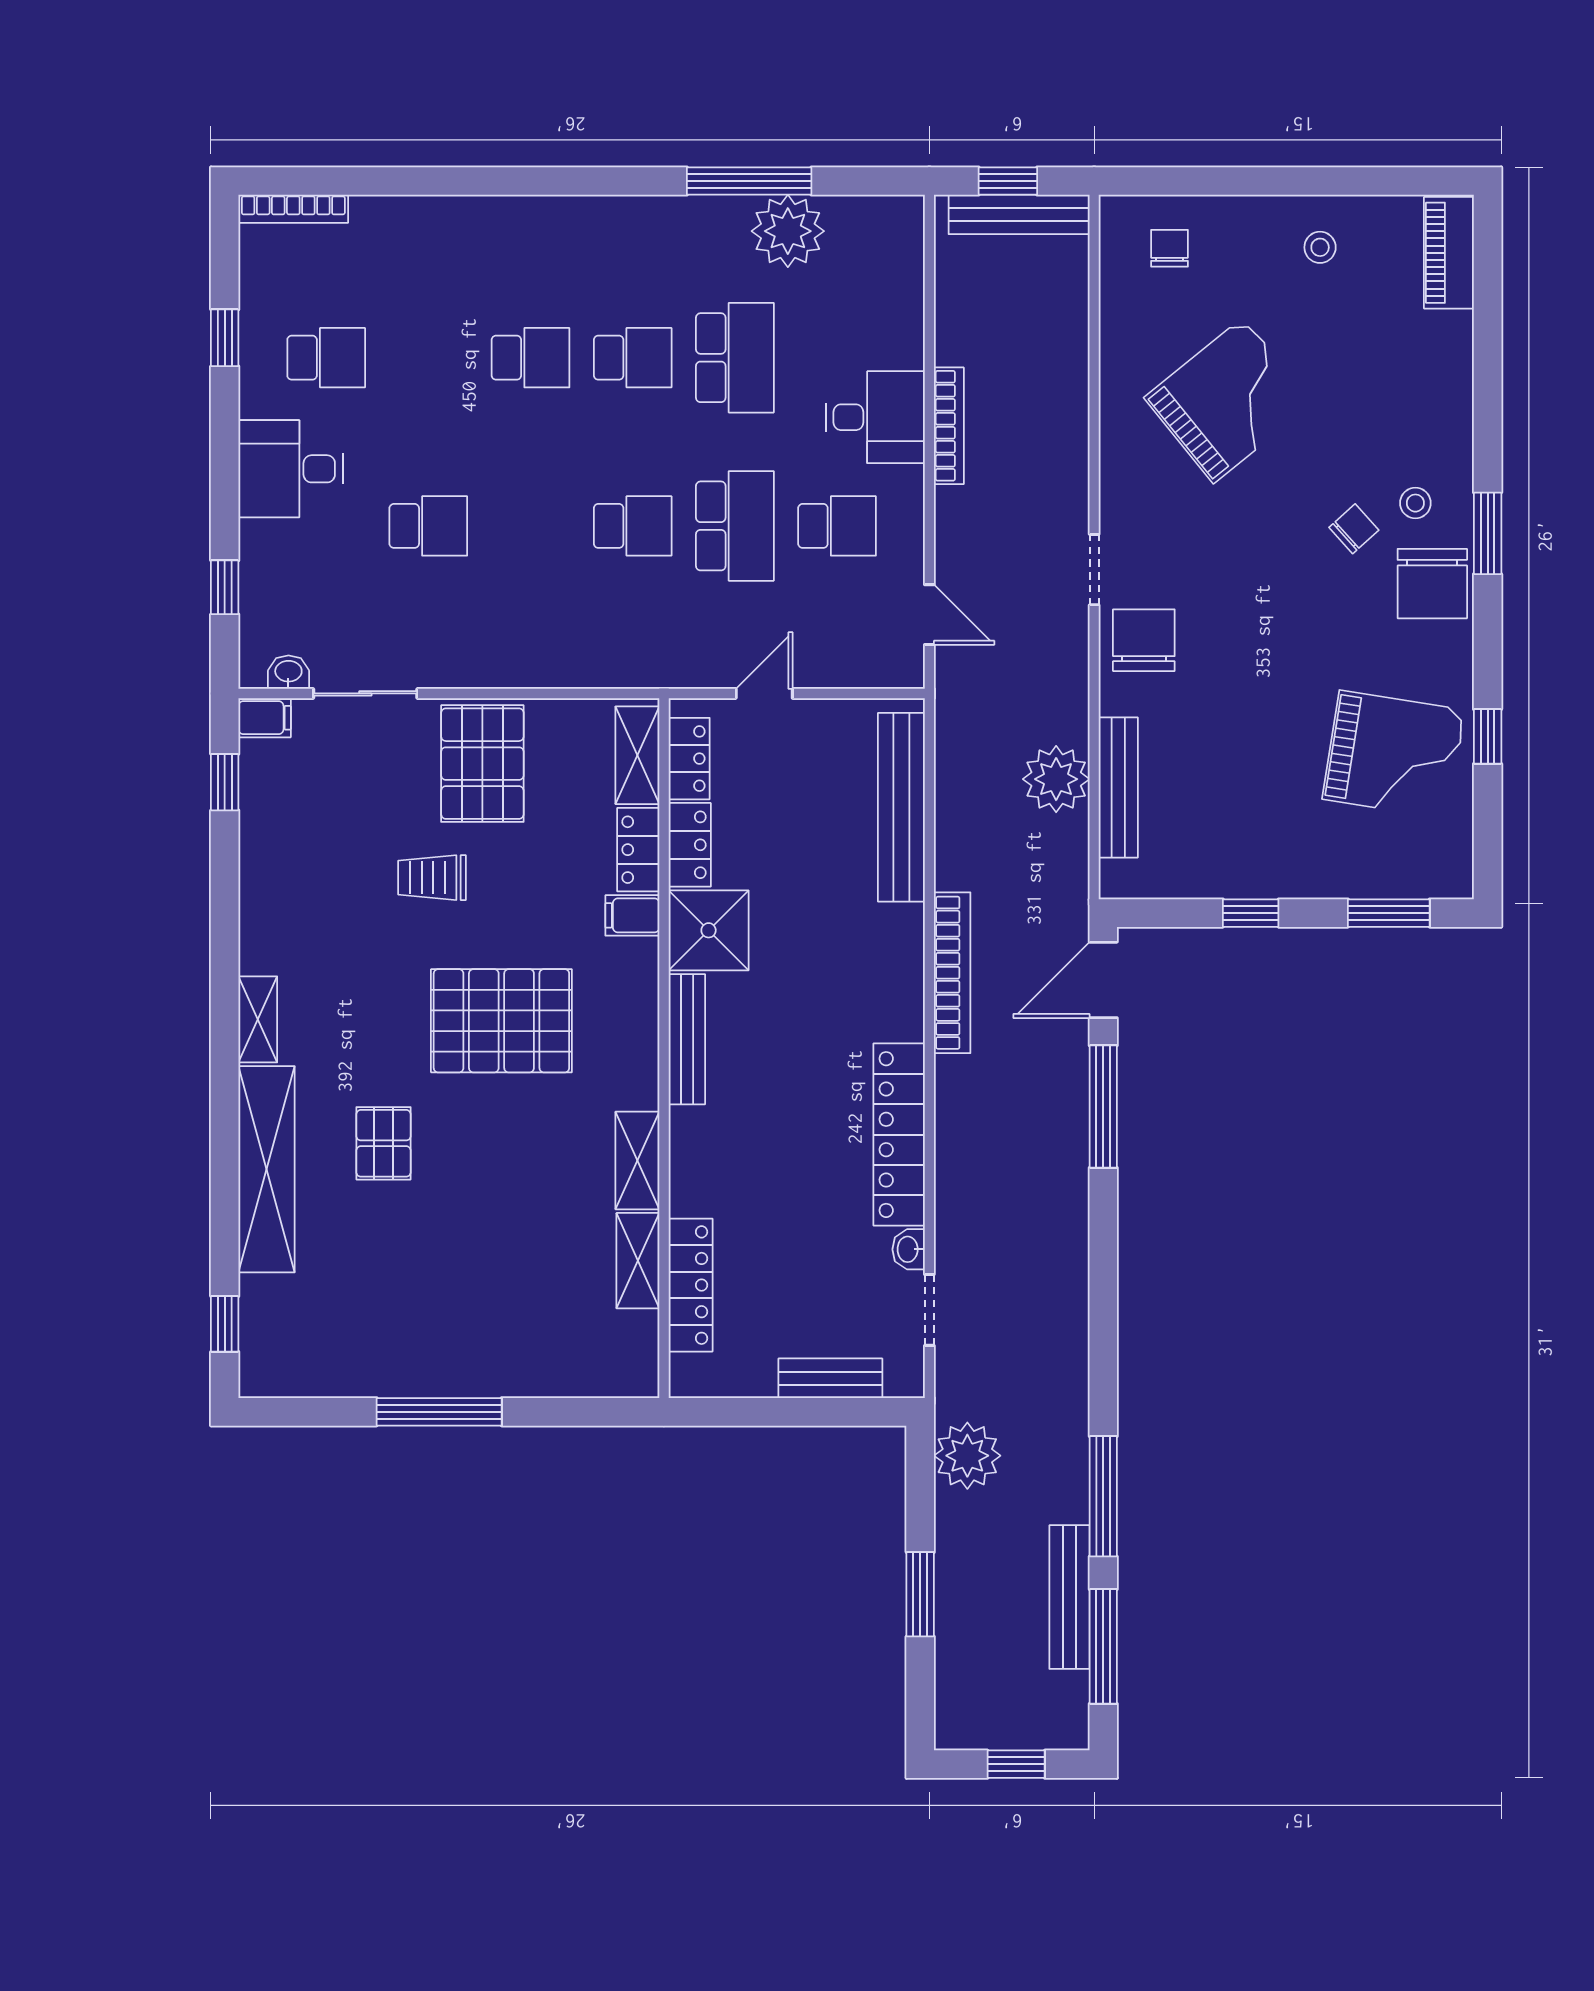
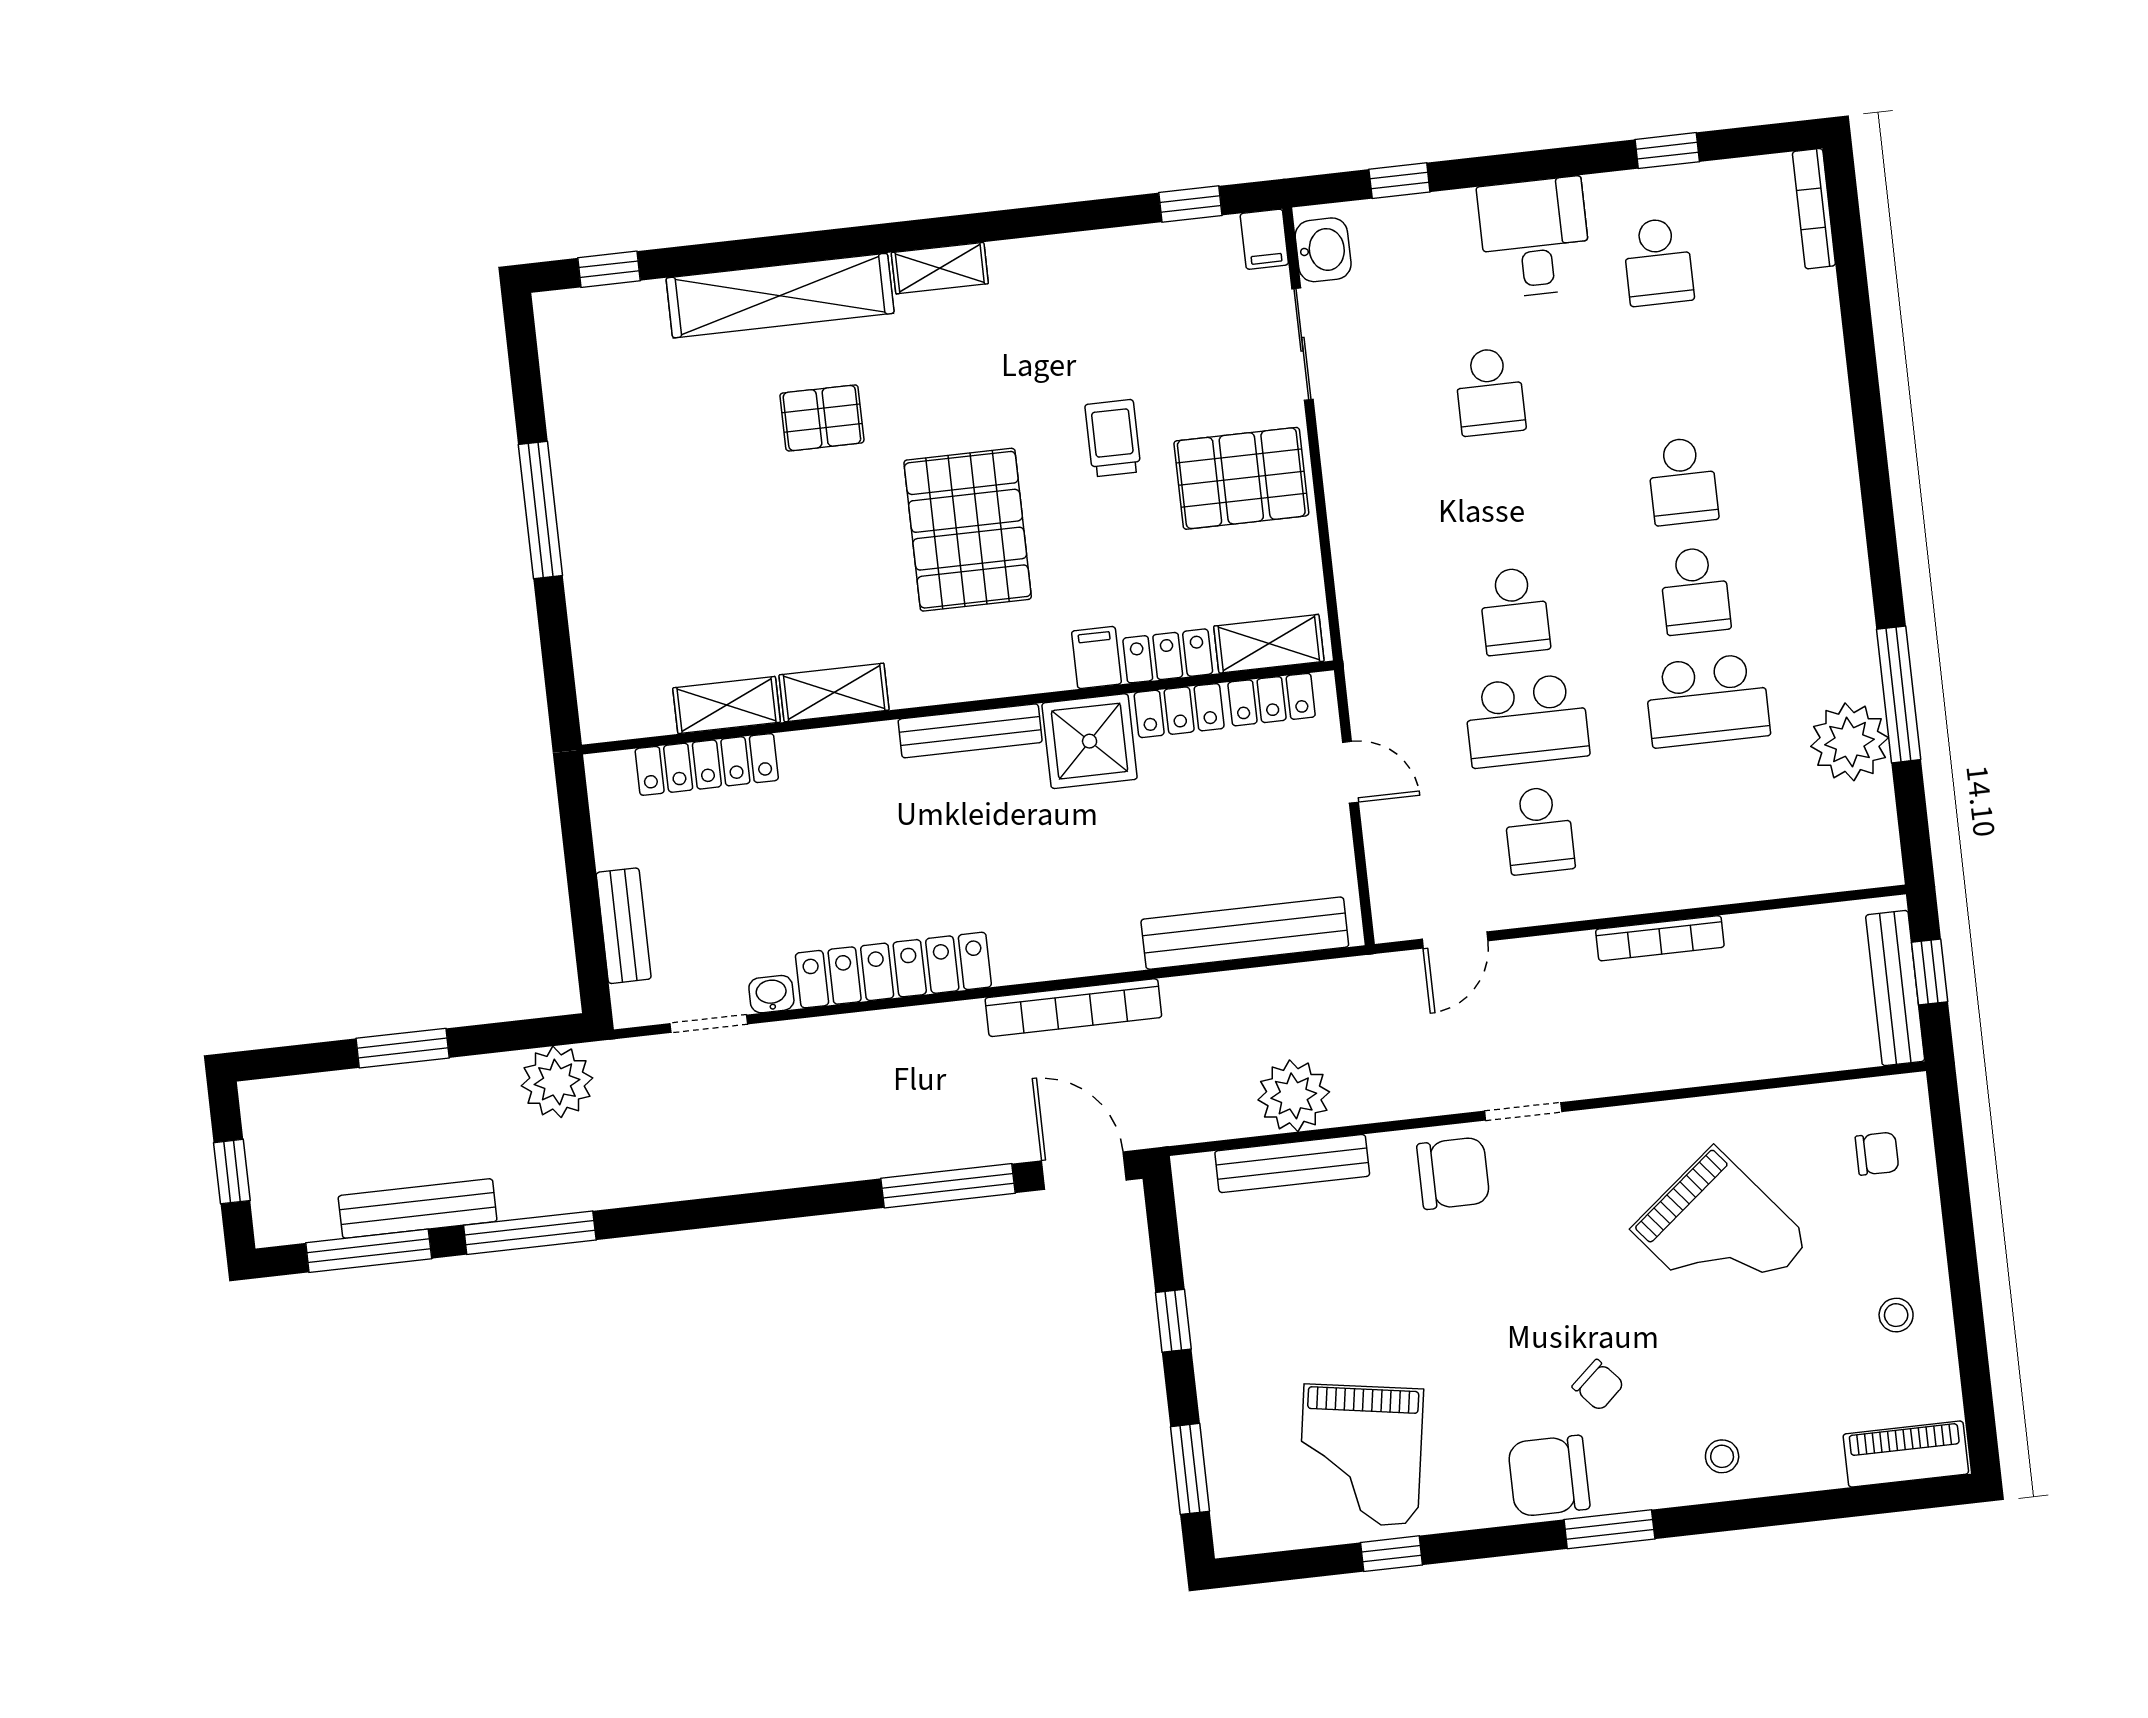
desk: (875, 417) -> (1660, 858), removed
stool: (1415, 503) -> (1722, 1456), moved
washbasin: (288, 672) -> (1323, 250), width x1.38, depth x1.45

